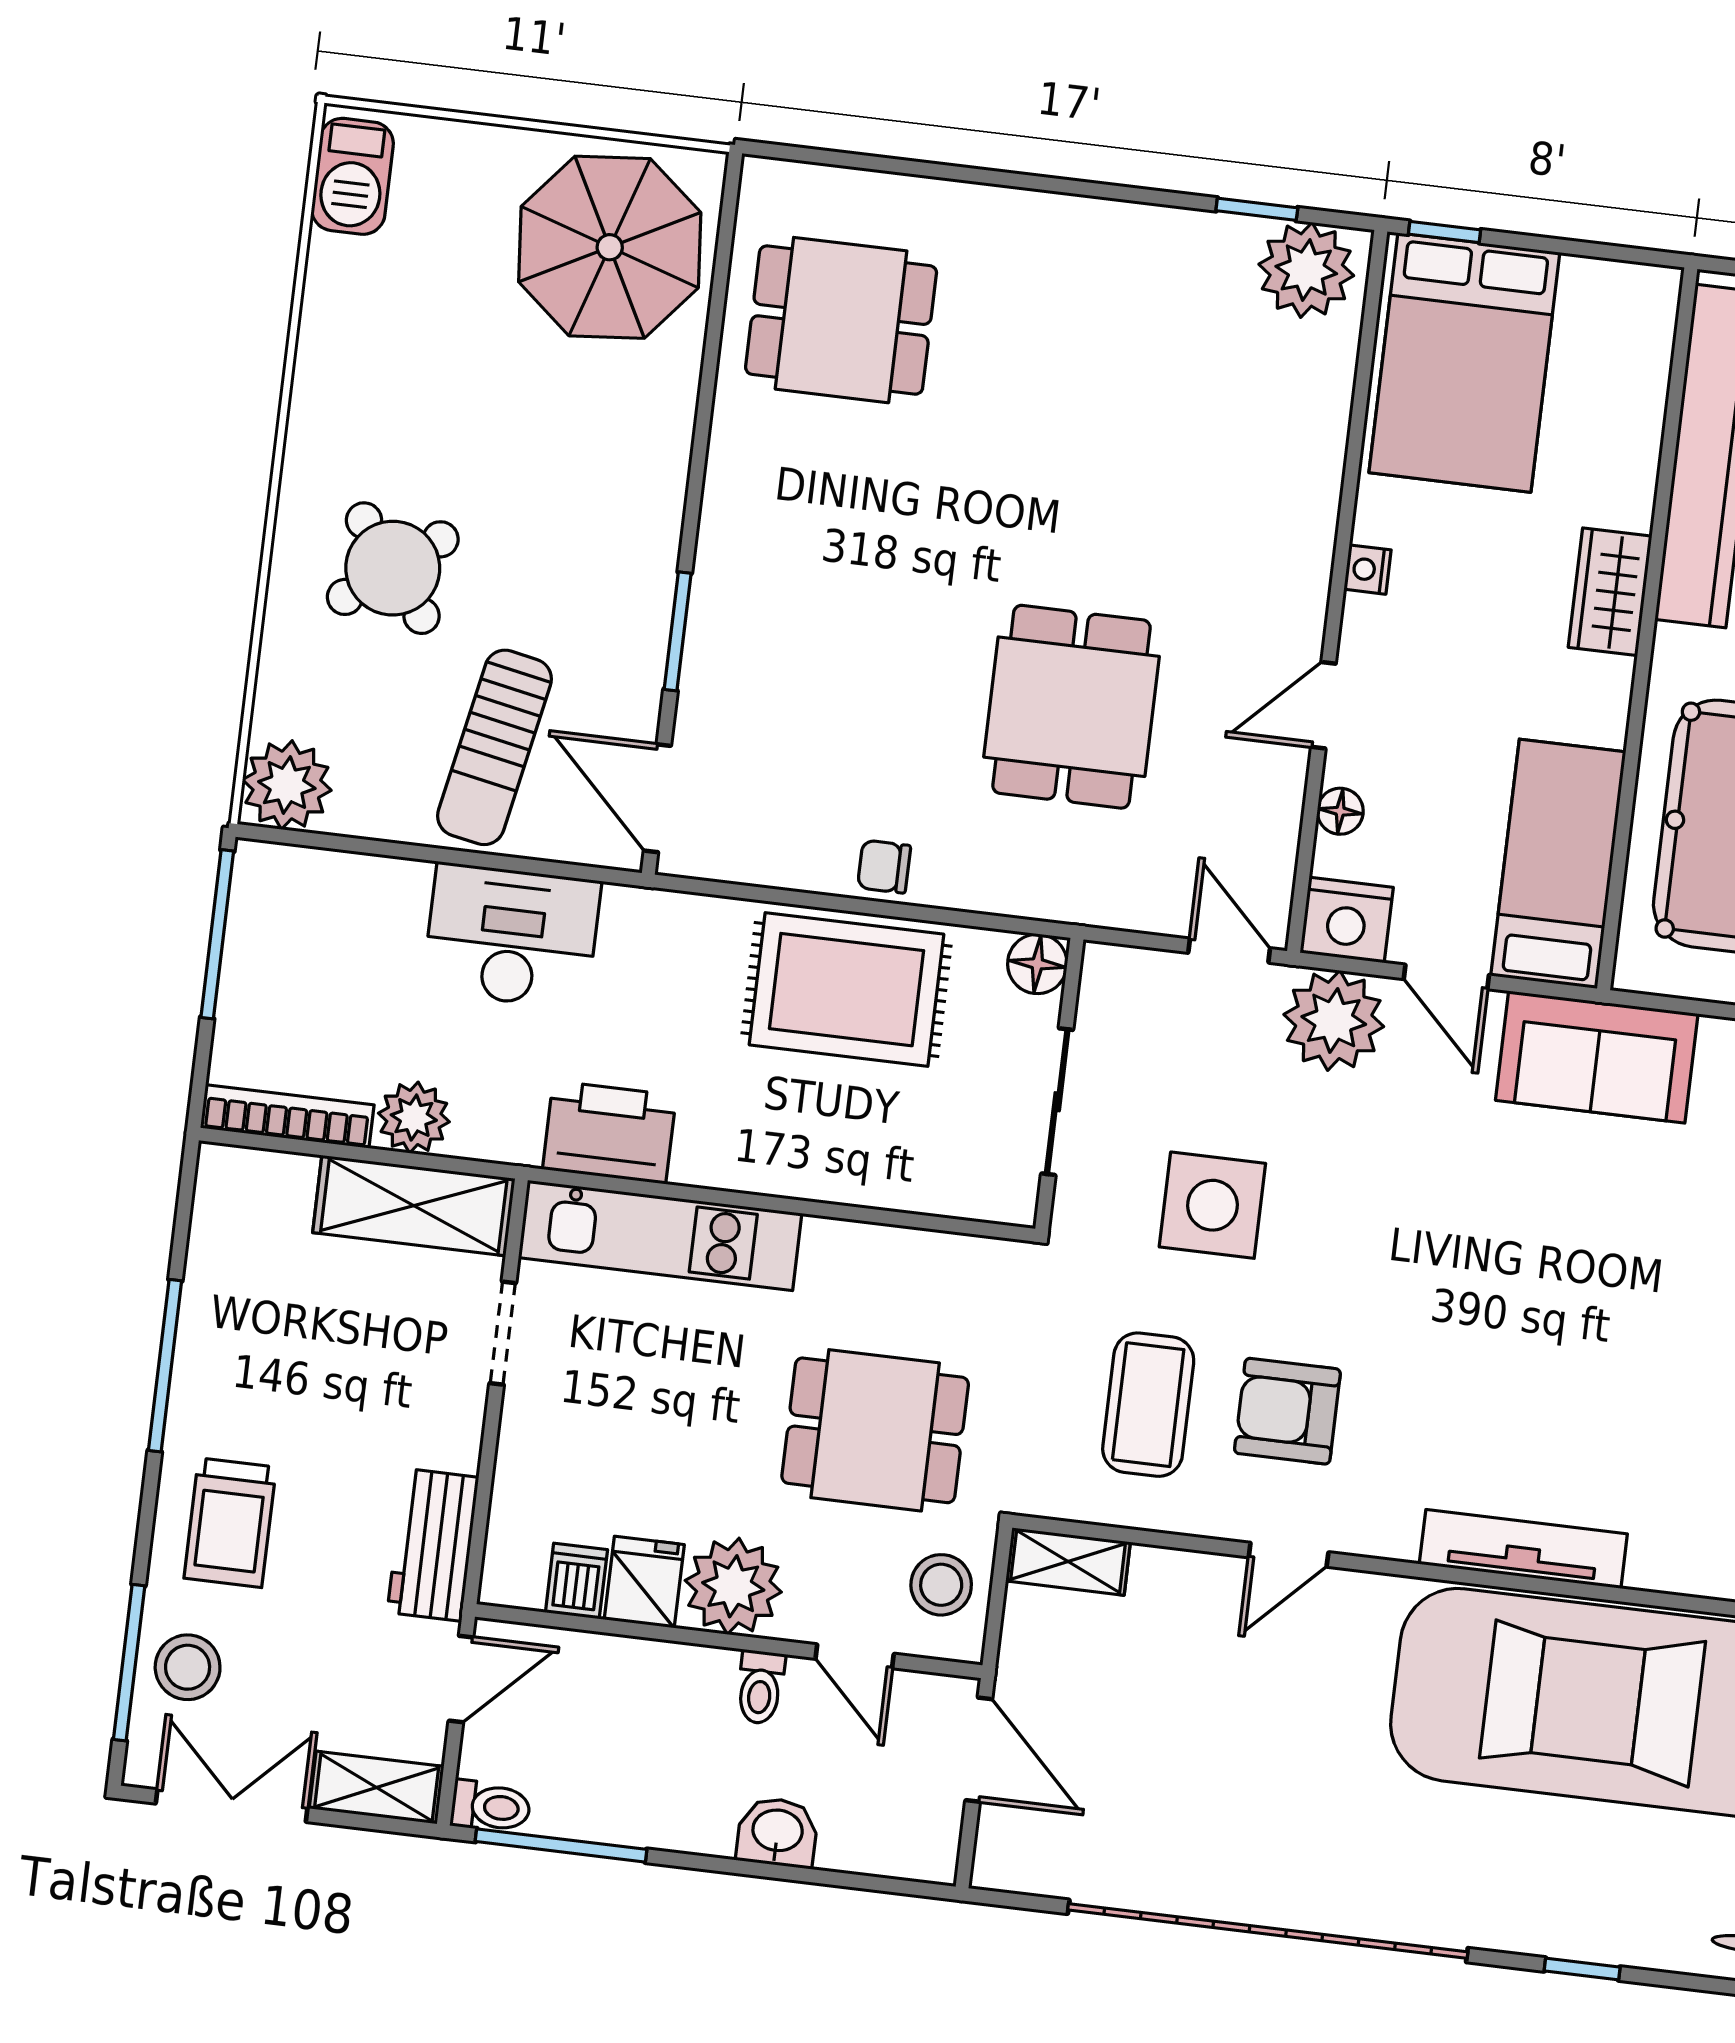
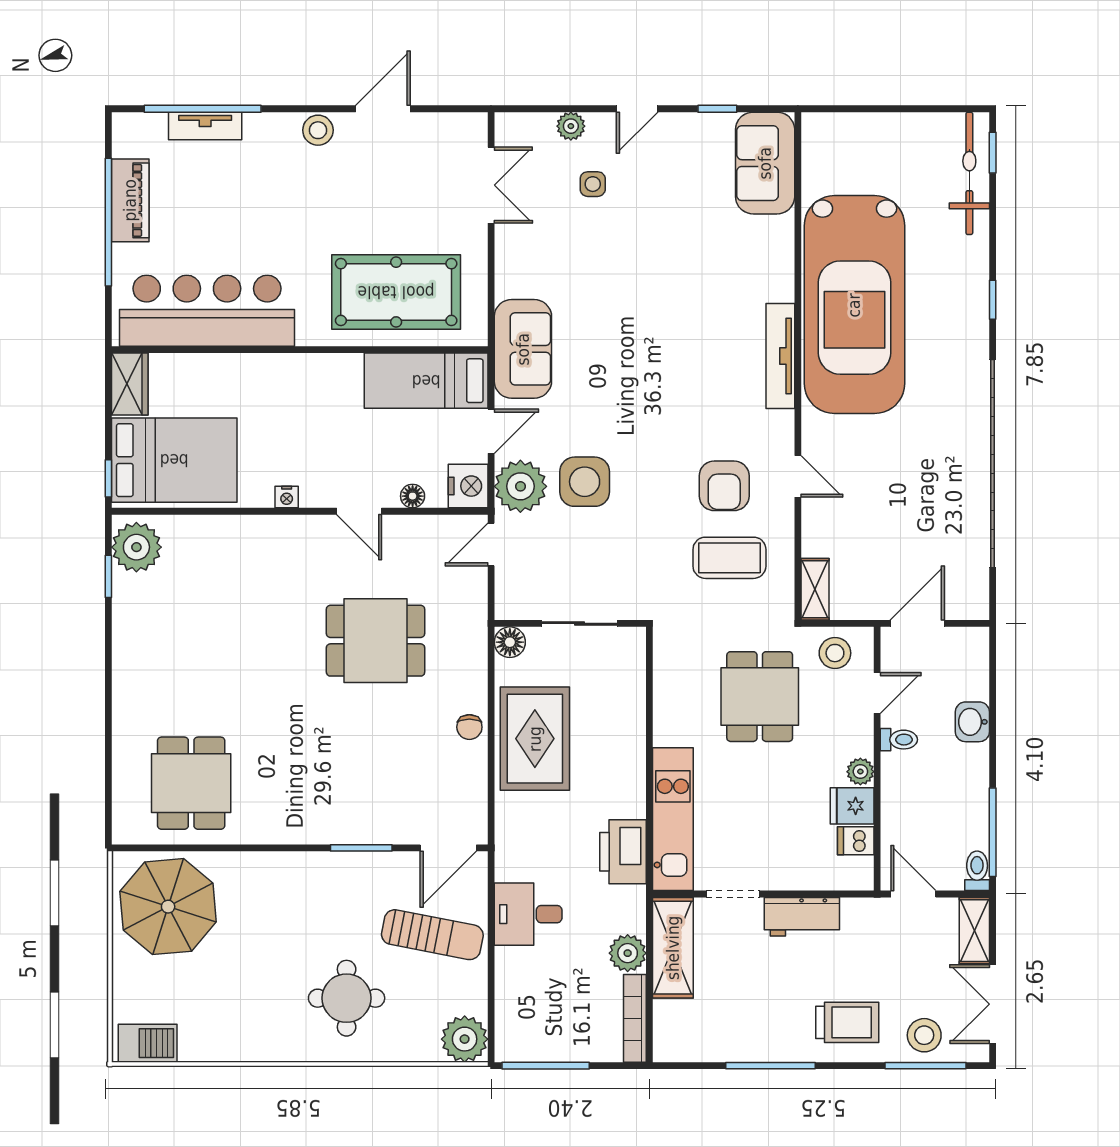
round table: (393, 568) -> (347, 998), turned 38
wardrobe: (1610, 592) -> (130, 384), moved, turned -90
desk: (512, 936) -> (528, 914), width x0.73
side table: (1212, 1205) -> (585, 482), moved
workbench: (433, 1545) -> (802, 917), moved
plant: (733, 1586) -> (860, 772), width x0.53, depth x0.53

